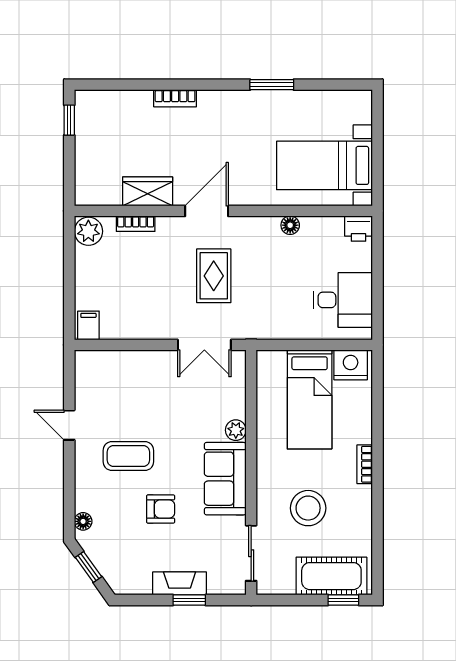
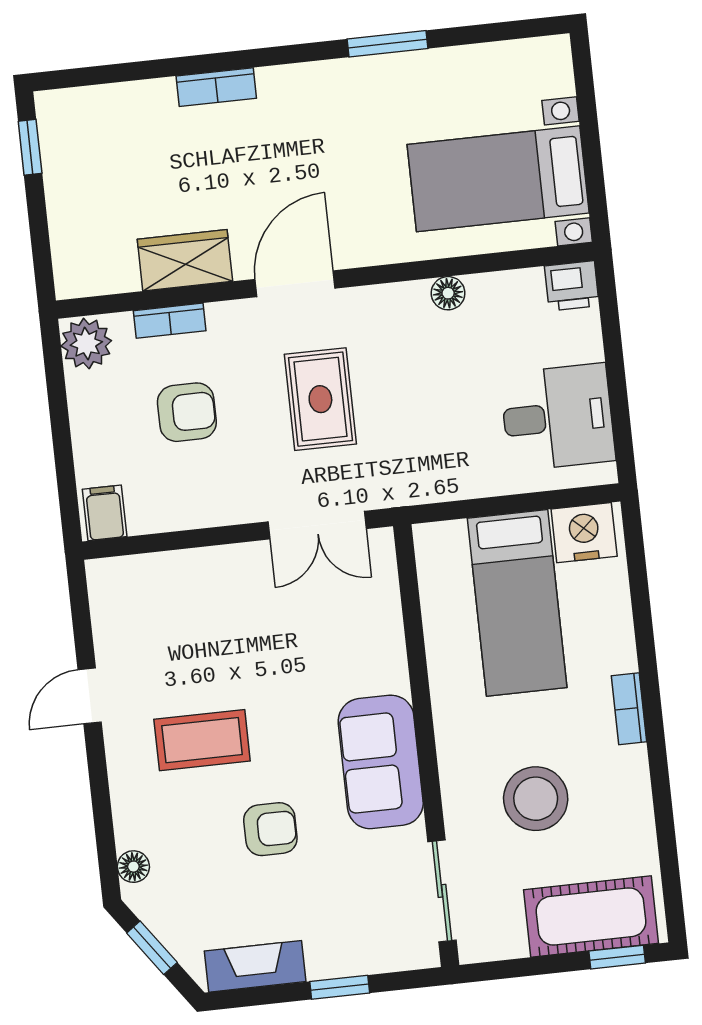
armchair: (140, 275) -> (187, 412), added
door: (69, 425) -> (90, 696), hinge flipped
plant: (236, 430) -> (390, 673), removed
fireplace: (180, 583) -> (255, 966), moved

